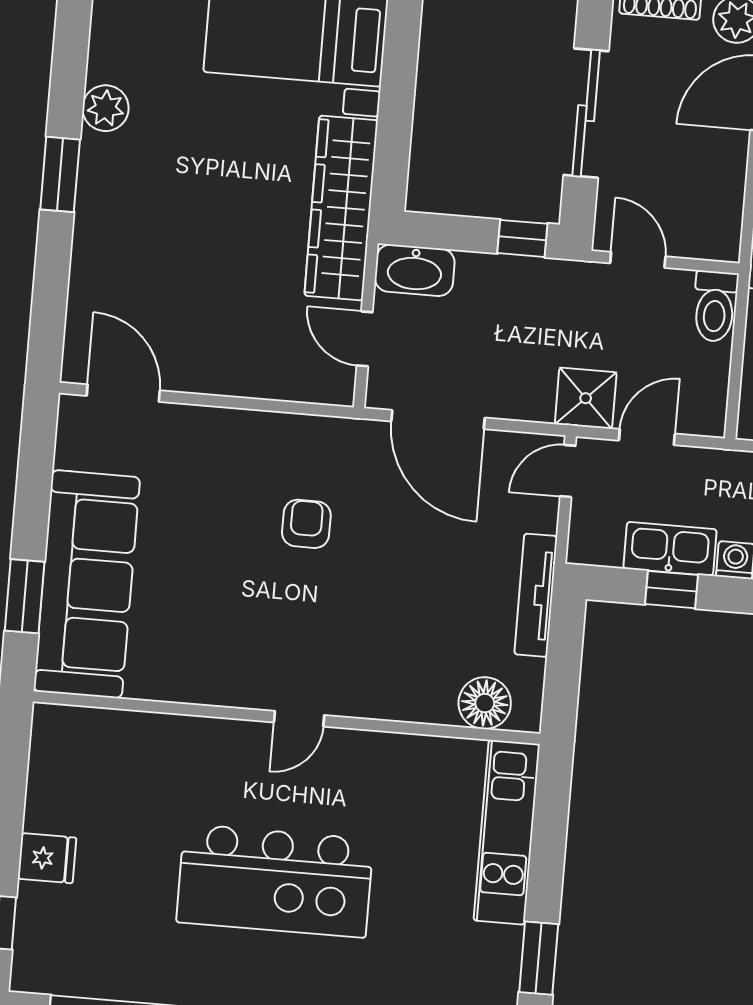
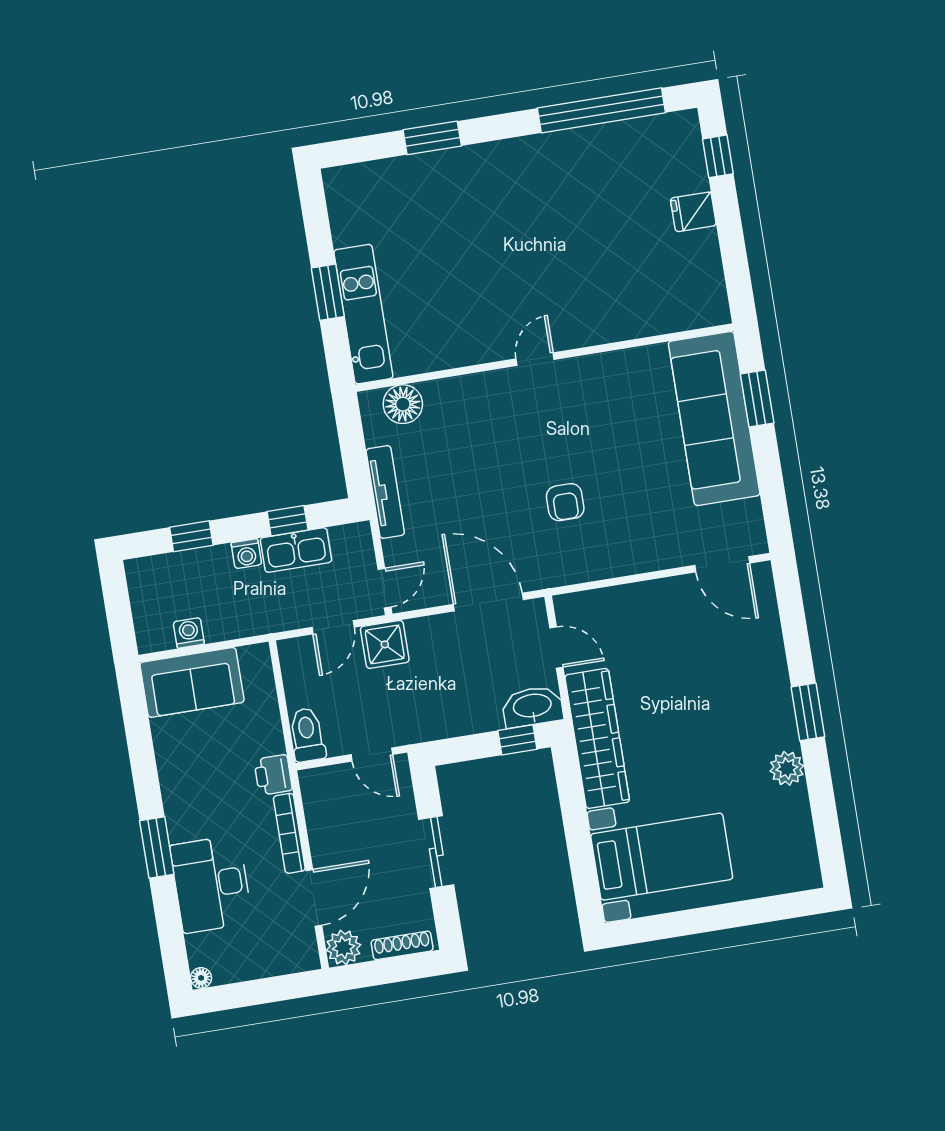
sliding door: (586, 113) -> (436, 852), width x0.73
window: (522, 238) -> (517, 740), moved
kitchen island: (275, 881) -> (523, 237), removed
window: (539, 958) -> (328, 292), moved

